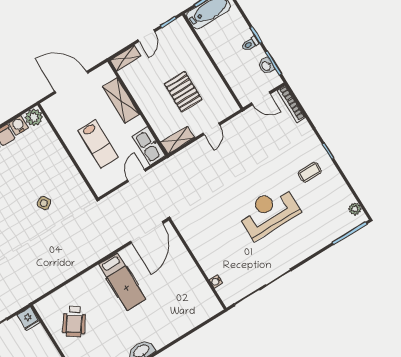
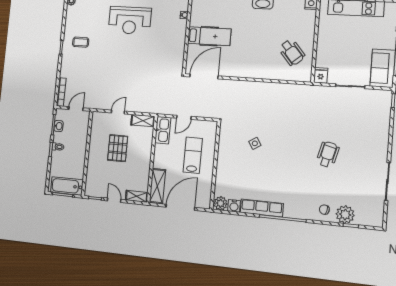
door: (146, 36) -> (114, 200), hinge flipped
door: (71, 82) -> (180, 207), swing flipped
door: (261, 98) -> (76, 109), hinge flipped
shelving: (121, 101) -> (157, 186), moved
reception desk: (269, 212) -> (130, 20), moved
hospital bed: (122, 282) -> (209, 36), moved, turned 90
wheelchair: (74, 321) -> (292, 52), turned 105

